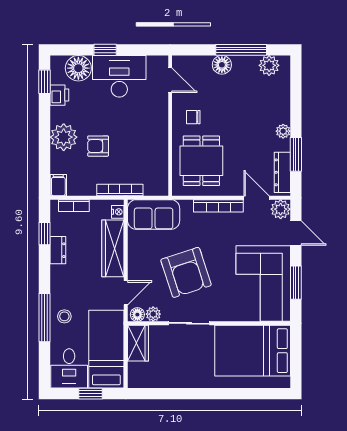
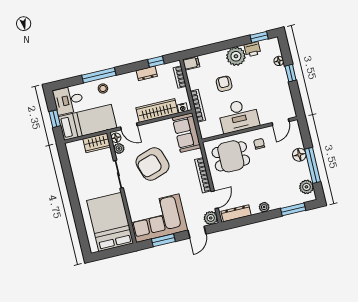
floor lamp: (78, 68) -> (279, 61), width x0.53, depth x0.53
desk: (119, 76) -> (239, 116), moved, turned 90
plant: (64, 137) -> (236, 56), moved
window: (296, 154) -> (293, 209), moved

